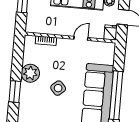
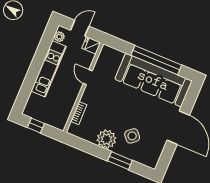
side table: (58, 88) -> (132, 136), moved

